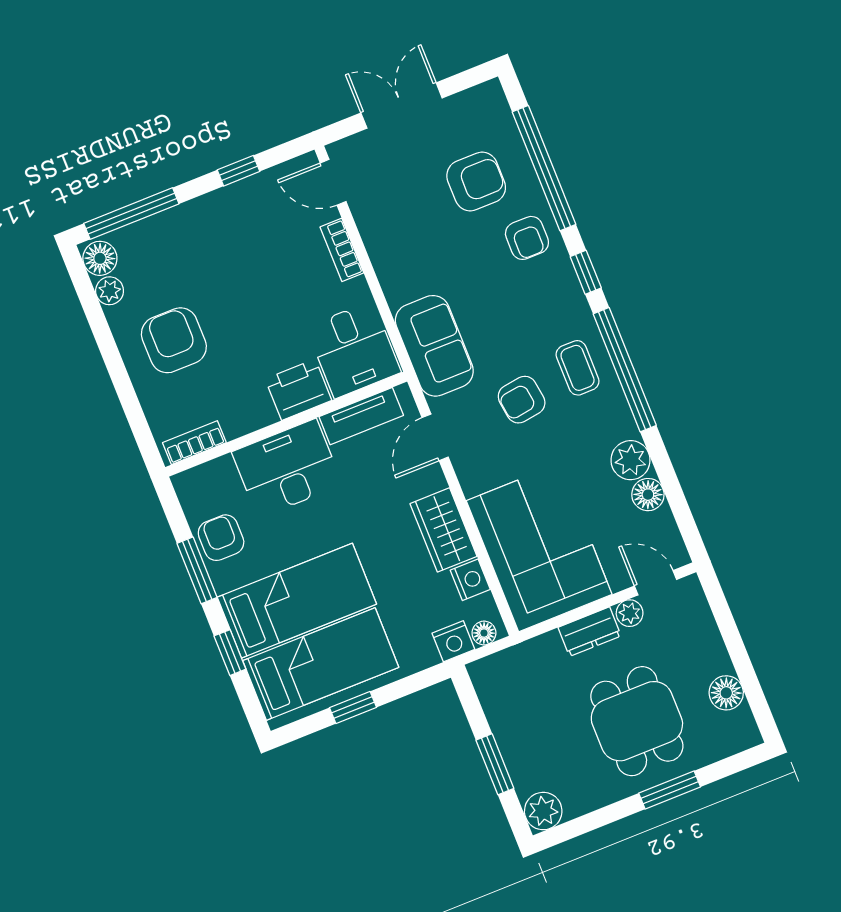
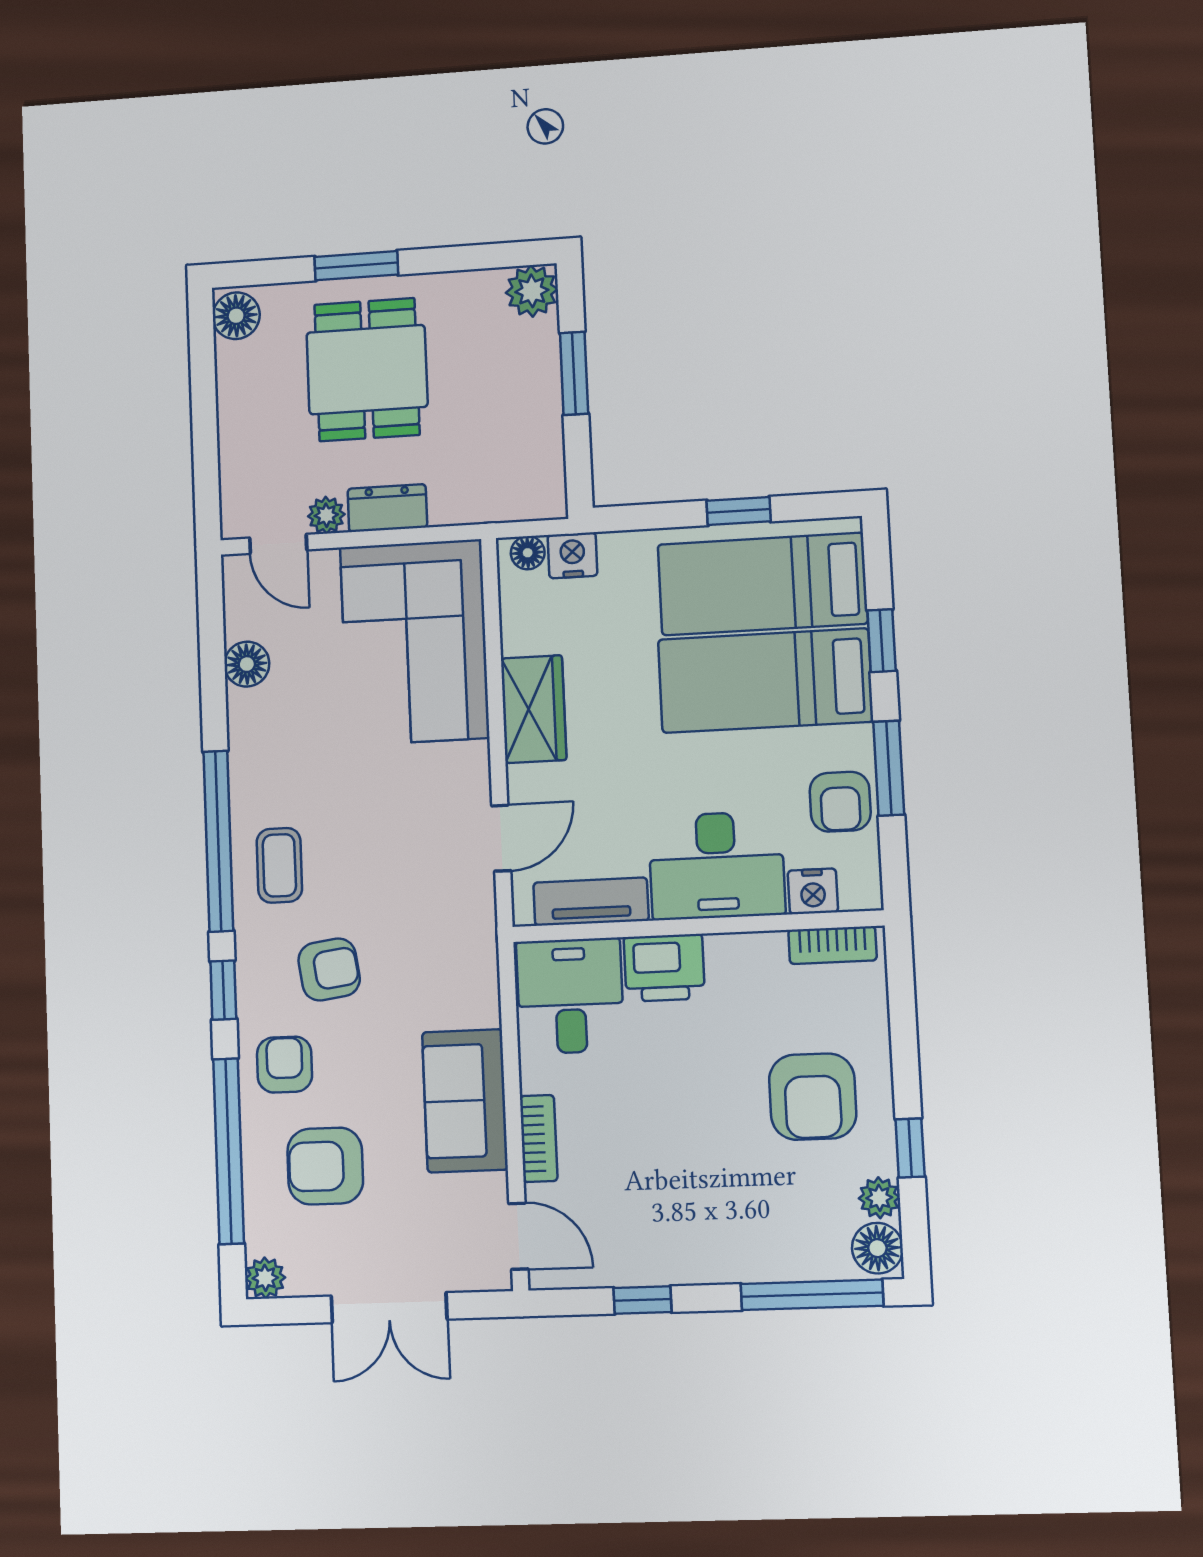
window: (101, 330) -> (910, 1148), added
sofa: (434, 346) -> (465, 1101), moved
armchair: (522, 400) -> (329, 970), moved
plant: (631, 460) -> (265, 1278), moved, width x0.73, depth x0.73
nightstand: (470, 580) -> (813, 891), moved, turned -90
floor lamp: (726, 693) -> (236, 316), moved

